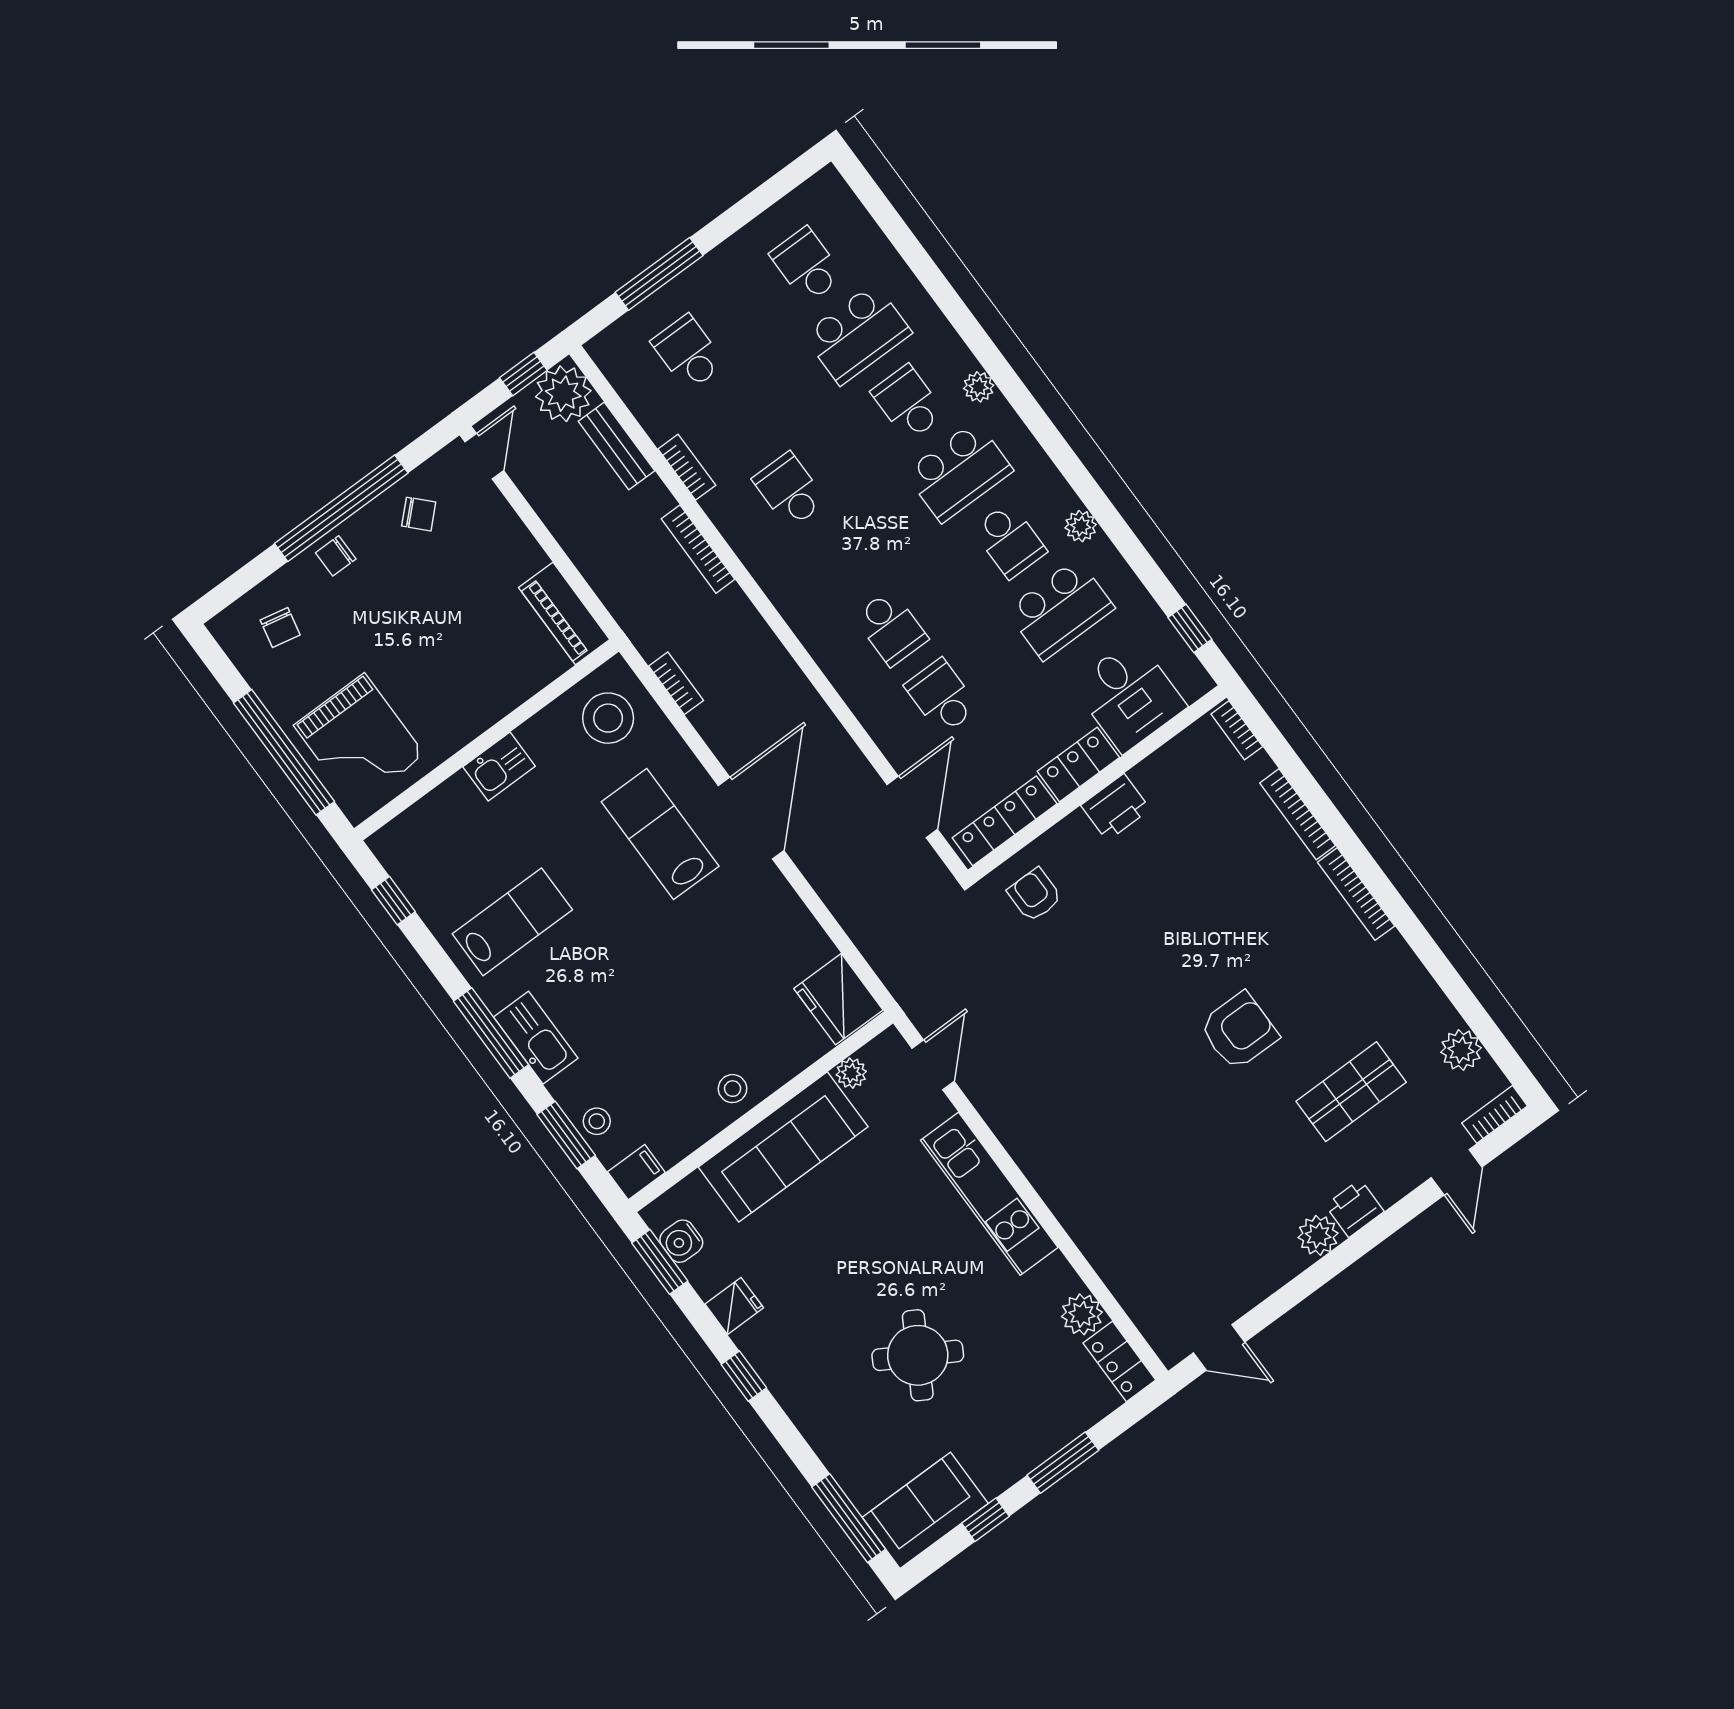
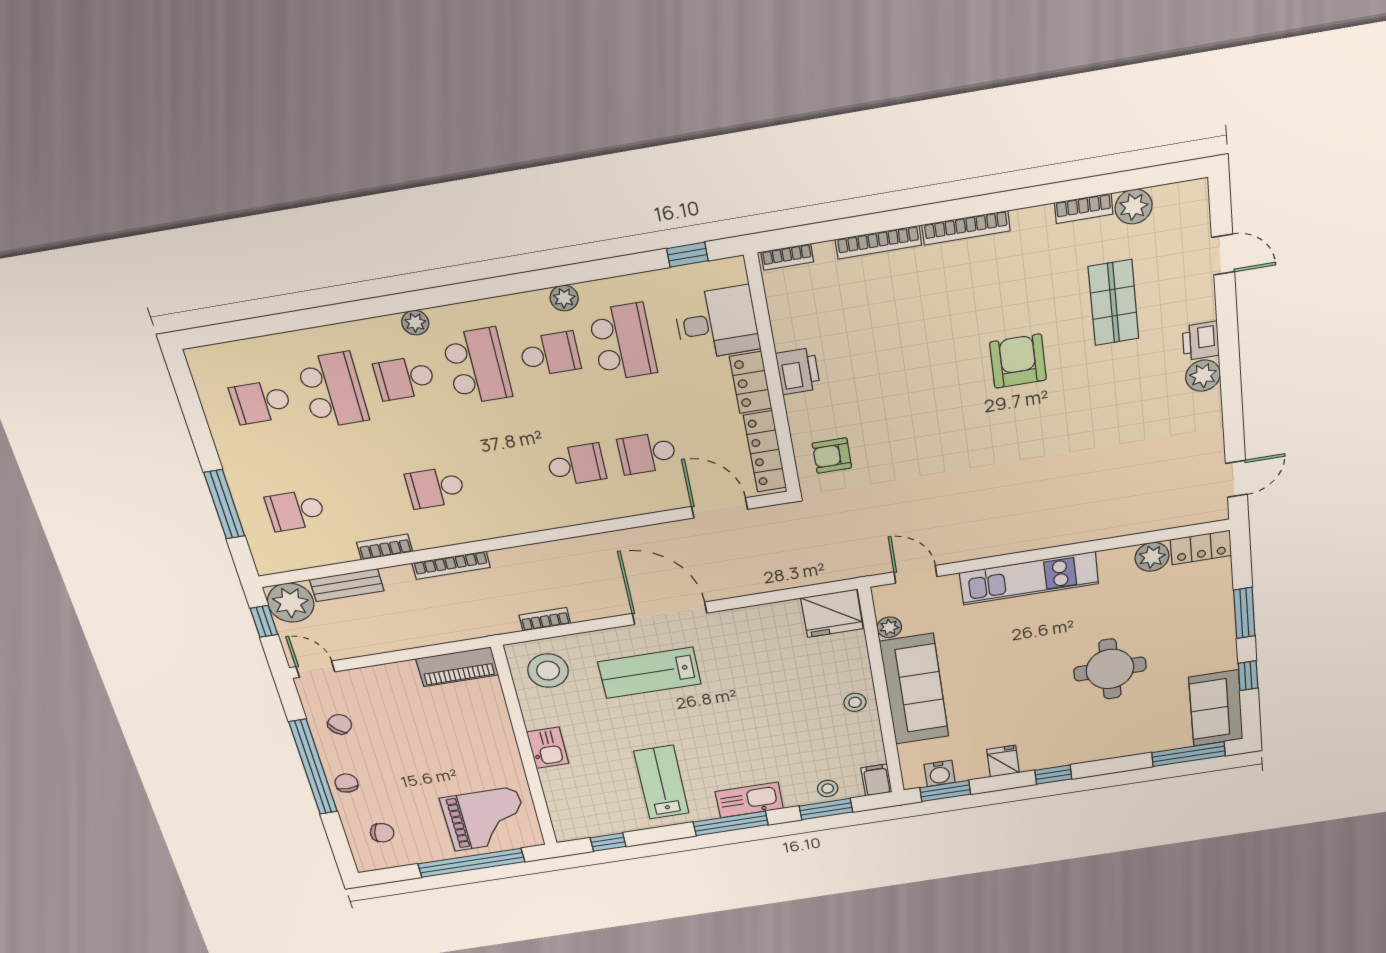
chair: (336, 556) -> (346, 783), turned 180
bookcase: (1495, 1114) -> (1084, 208), moved, turned -90
round table: (918, 1355) -> (1110, 669), turned -30

